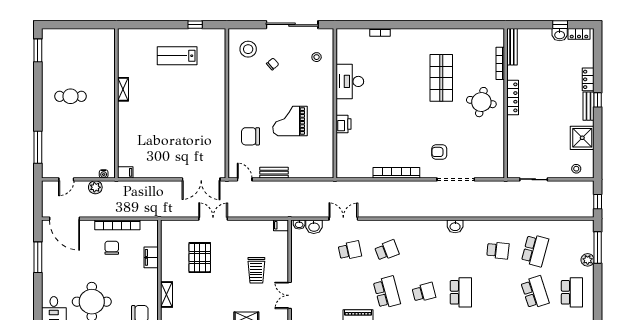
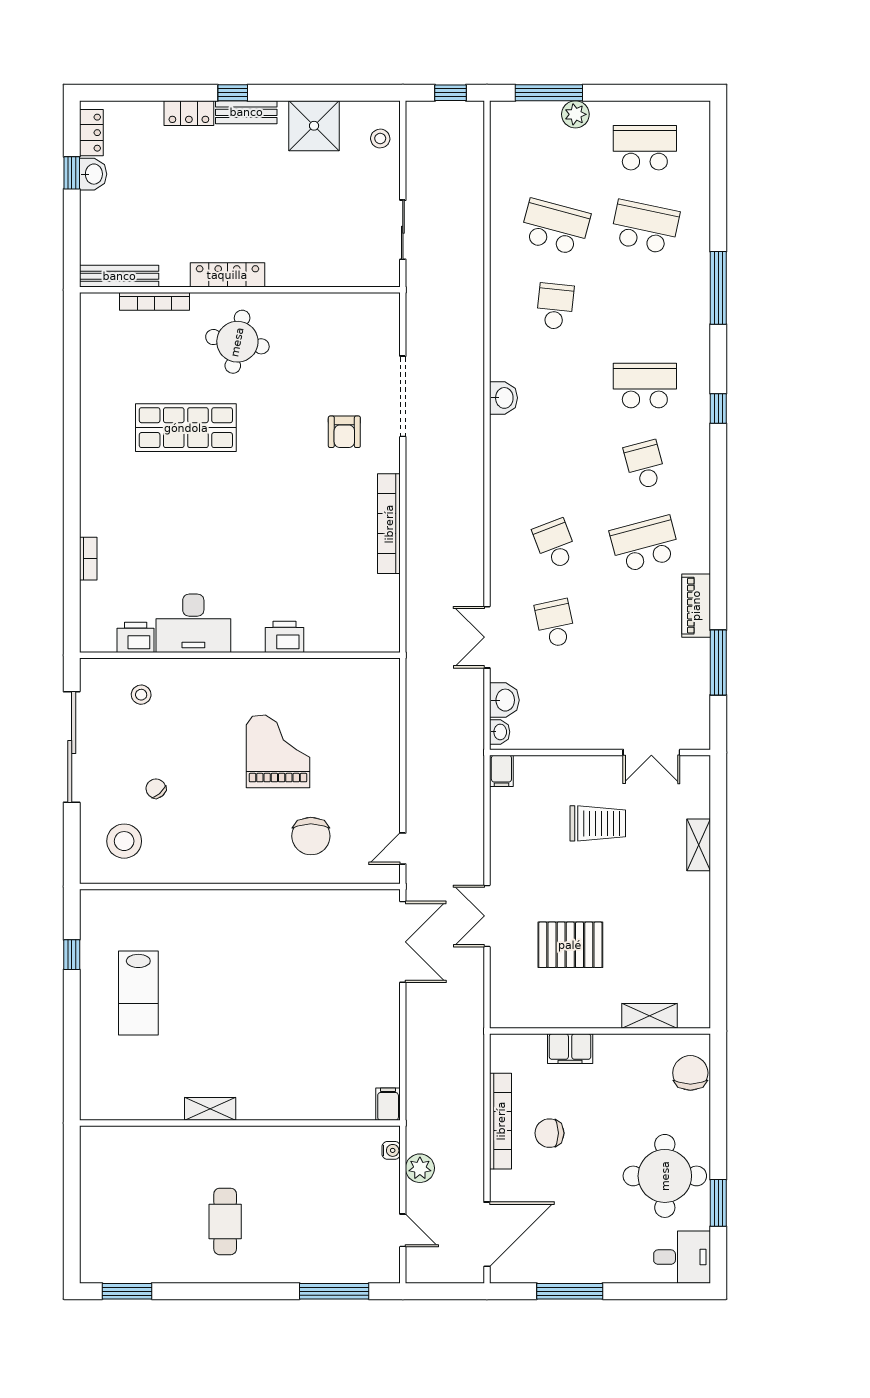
printer: (343, 54) -> (136, 637), added
grand piano: (290, 121) -> (278, 751), turned 180
bench: (274, 173) -> (389, 786), removed
school desk: (535, 292) -> (645, 227), turned 30

